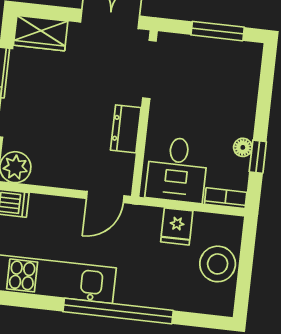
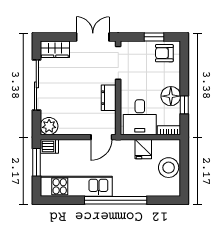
window: (218, 31) -> (154, 37), width x0.67
armchair: (233, 62) -> (164, 53), added
floor lamp: (243, 147) -> (171, 96), width x1.89, depth x1.89

